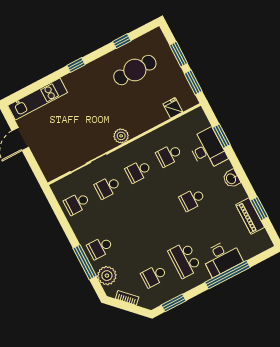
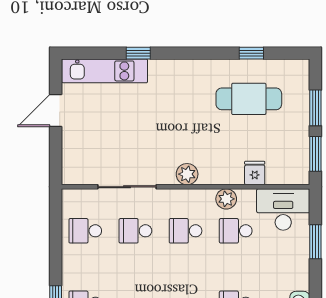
window: (76, 65) -> (138, 53), moved
fridge: (173, 108) -> (255, 173), moved
plant: (153, 139) -> (226, 199), added
desk: (207, 149) -> (283, 210), moved, turned -90

